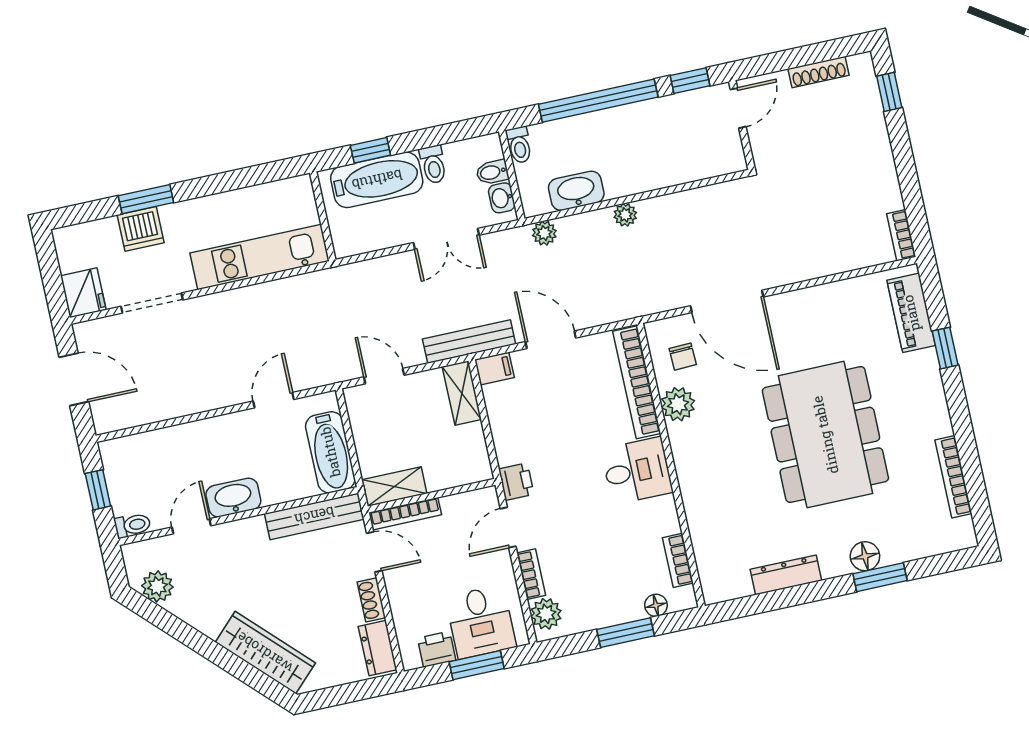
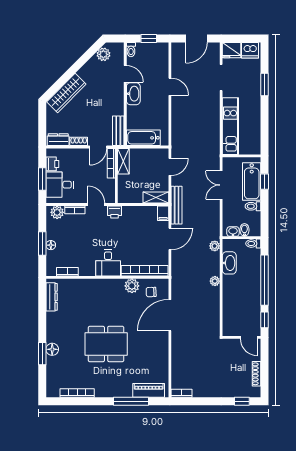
dishwasher: (141, 229) -> (250, 50), moved, turned -90
double door: (446, 239) -> (221, 185), moved
window: (945, 348) -> (131, 401), width x2.17
door: (274, 400) -> (170, 87), moved
dining table: (825, 435) -> (106, 344), width x0.73, depth x0.80
bench: (314, 516) -> (118, 131), width x0.73
dresser: (786, 575) -> (52, 297), moved
floor lamp: (656, 605) -> (51, 245), moved

